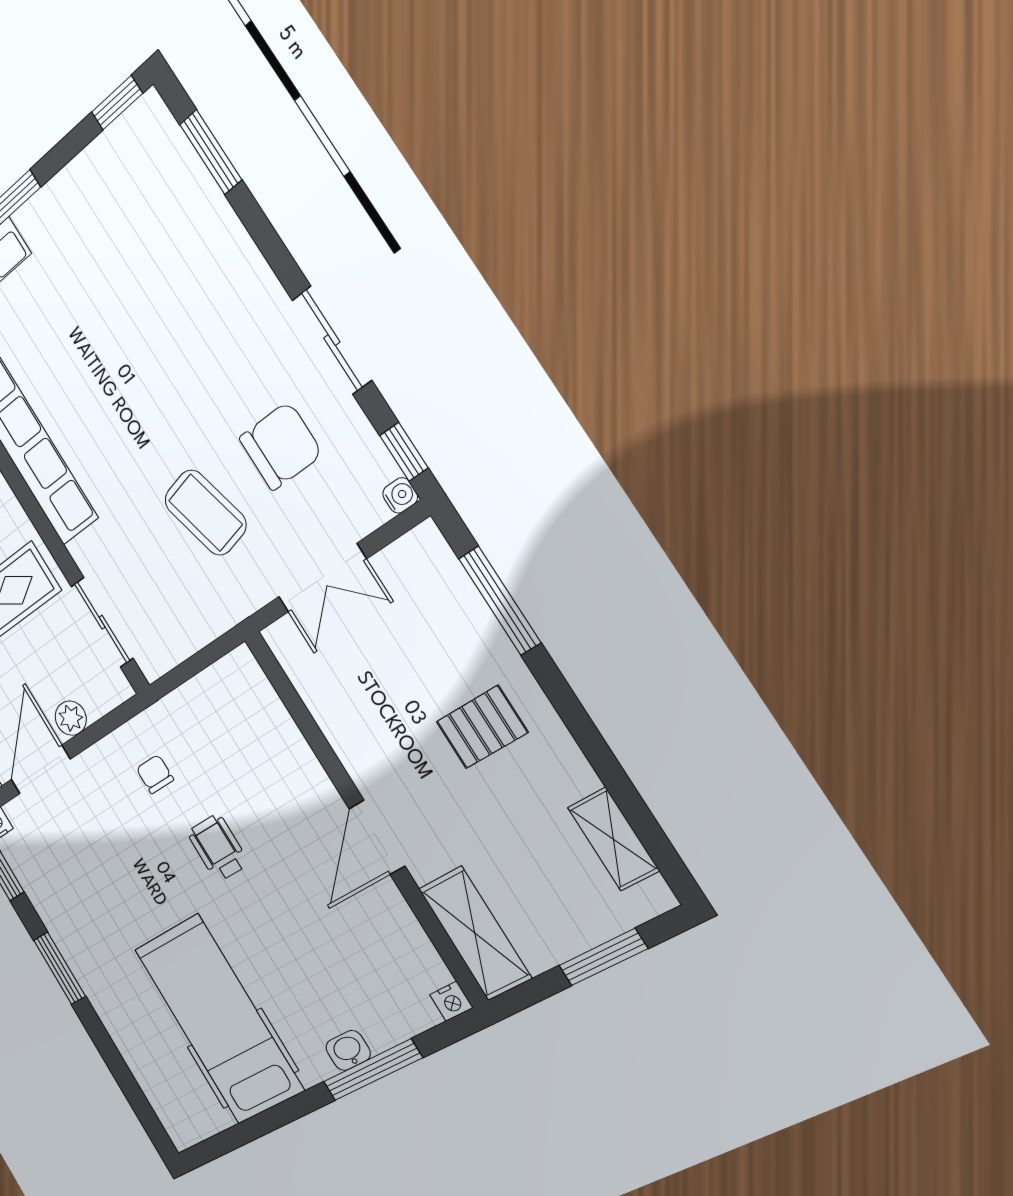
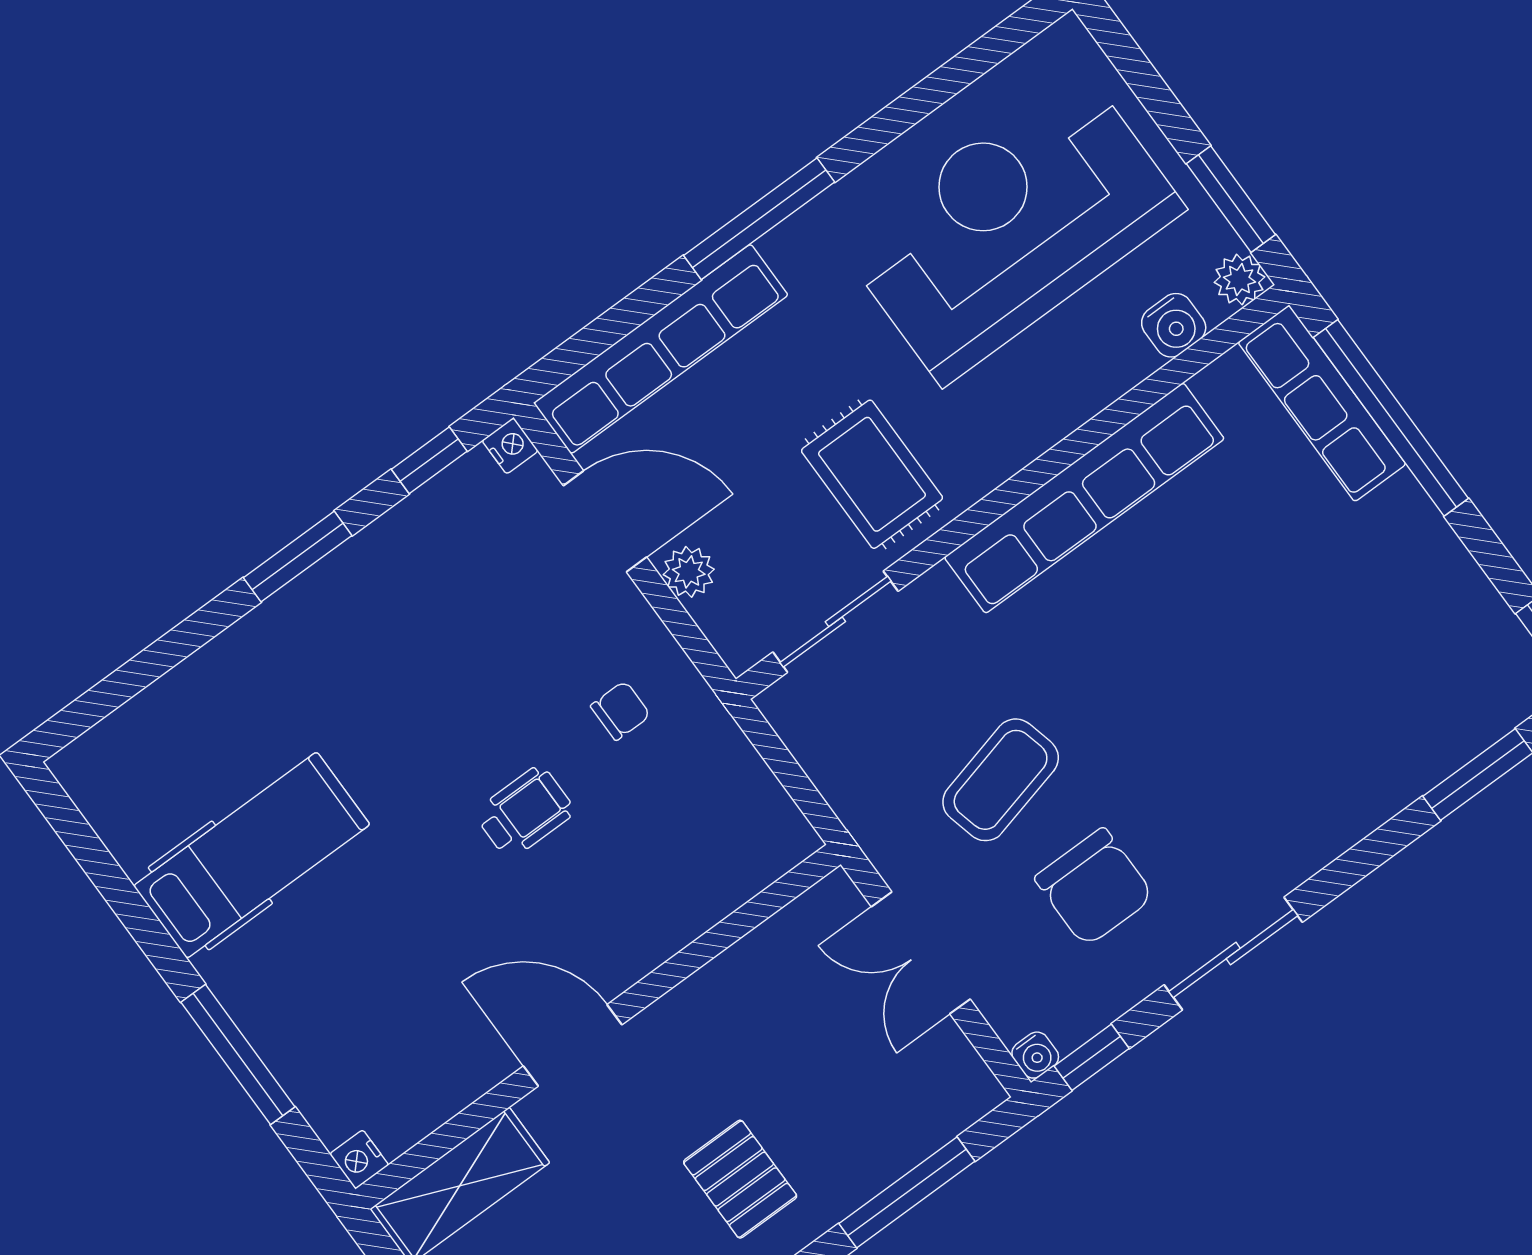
hospital bed: (218, 1019) -> (252, 855), width x0.73, depth x0.78
washbasin: (348, 1050) -> (259, 1018), removed

